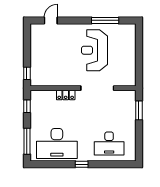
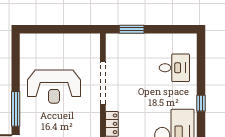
window: (105, 20) -> (16, 109), moved
desk: (109, 143) -> (174, 68), width x0.73

